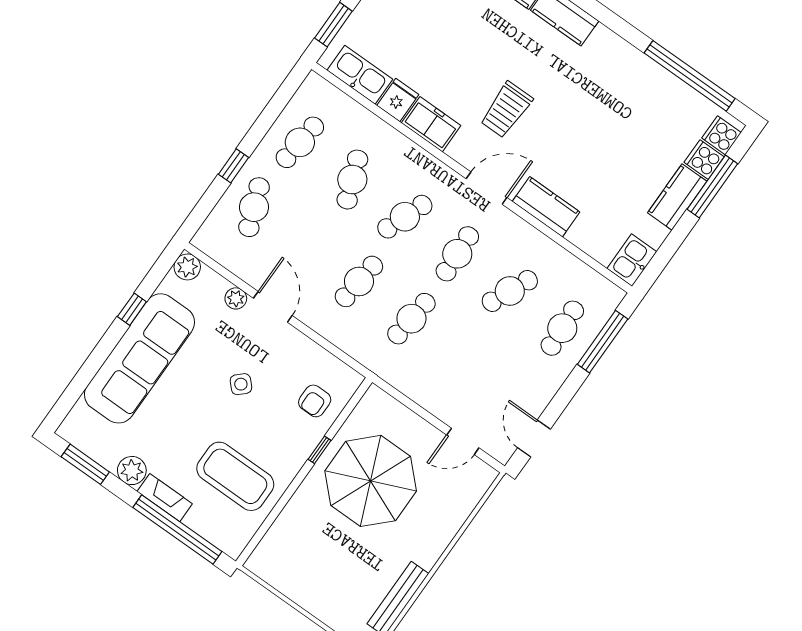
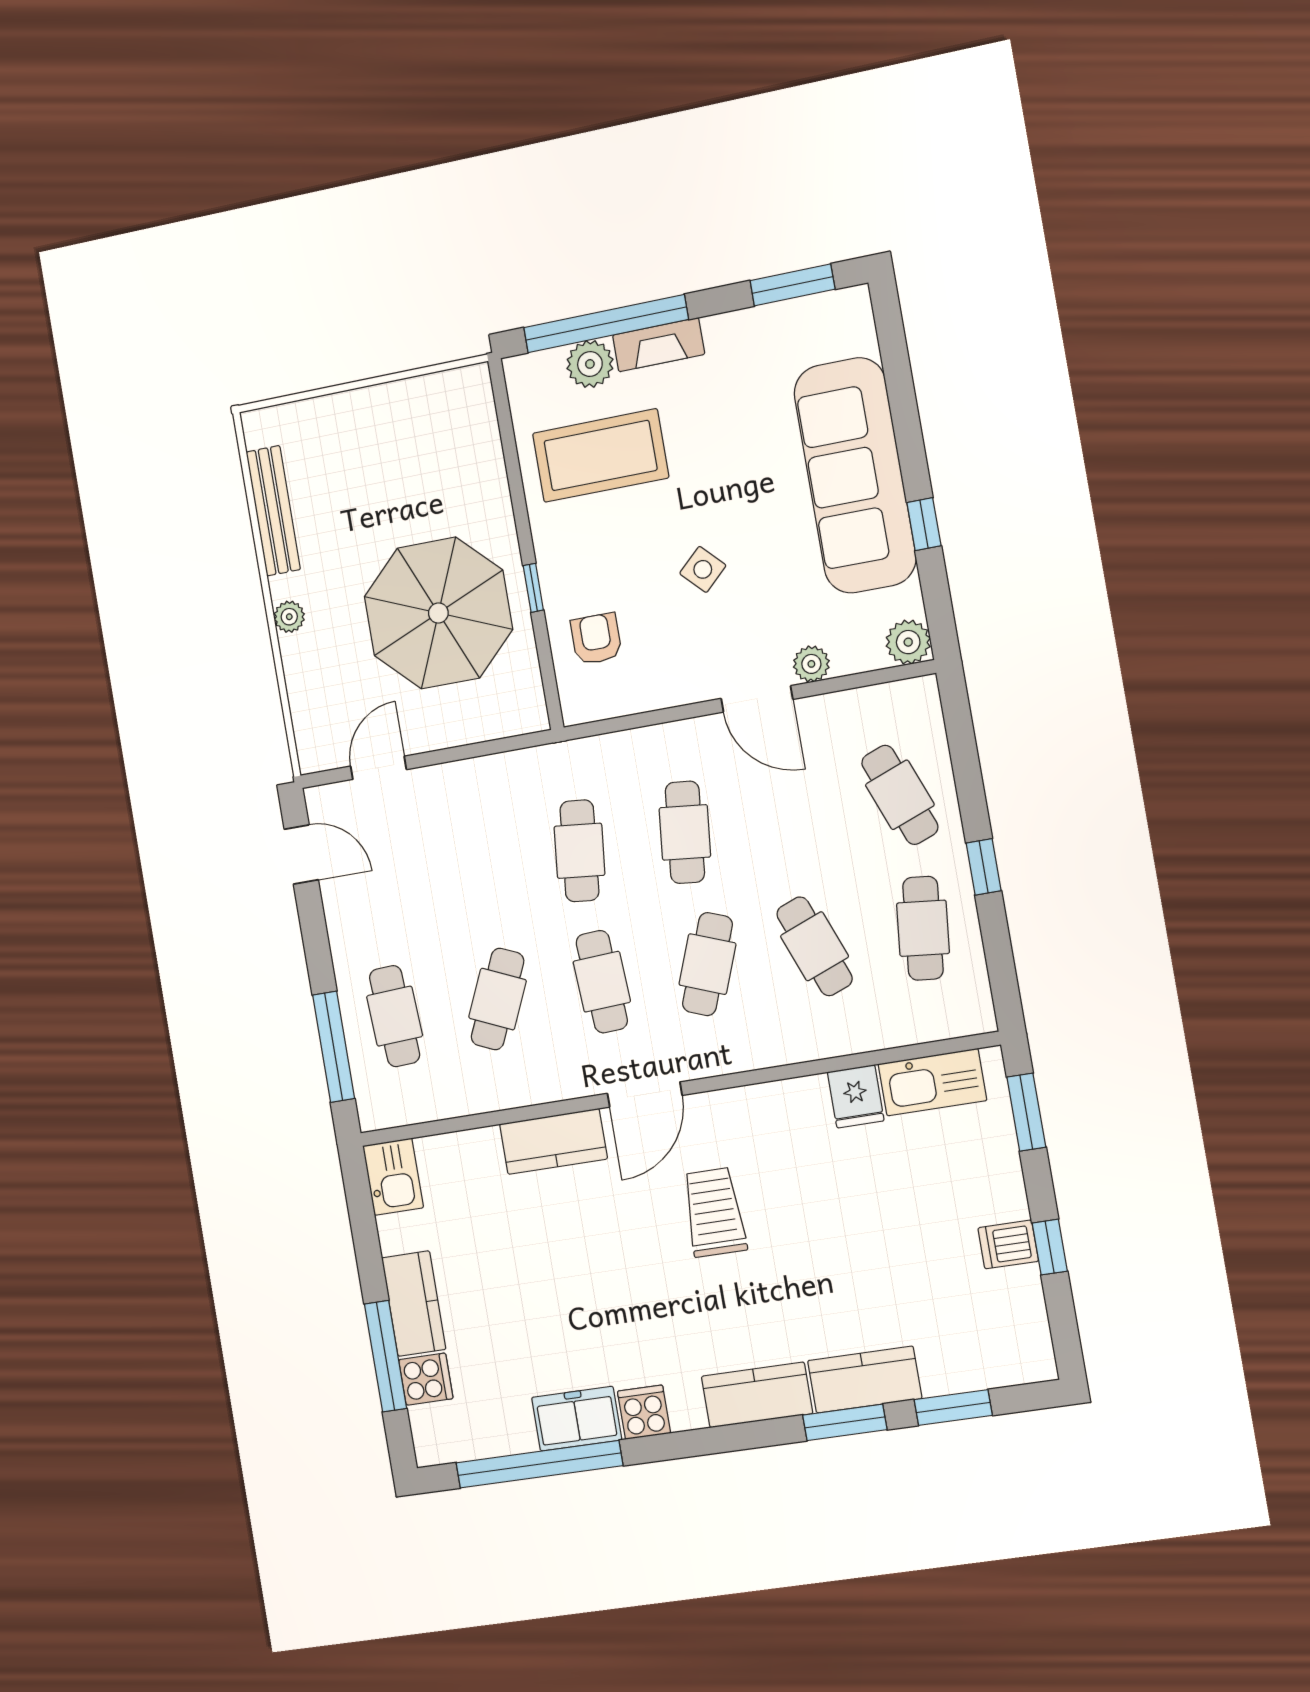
freezer: (431, 124) -> (577, 1419), moved, turned 180
cooker: (721, 135) -> (644, 1412), moved, turned -90
window: (233, 166) -> (984, 867), moved
plant: (132, 471) -> (590, 364), moved
plant: (437, 546) -> (289, 617), added

